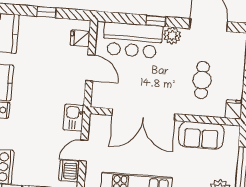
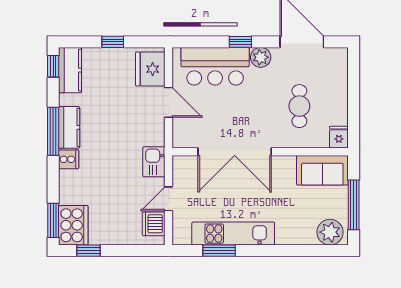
fridge: (80, 38) -> (150, 69), width x1.88, depth x1.34
sofa: (201, 135) -> (322, 170), moved

